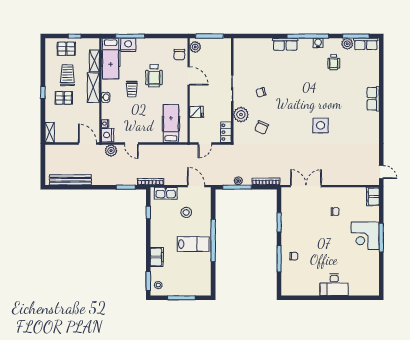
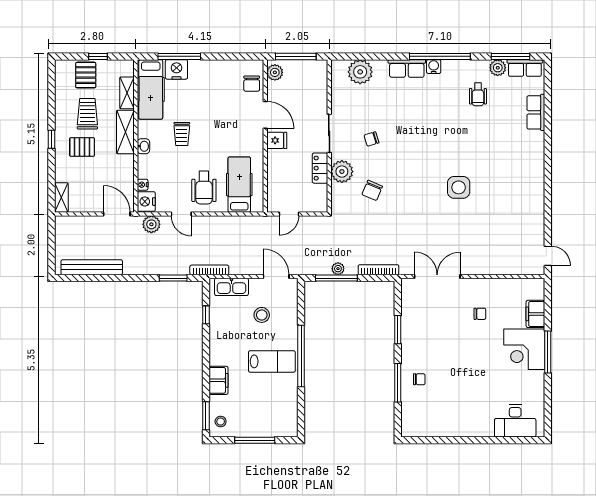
water cooler: (318, 43) -> (434, 67), moved
plant: (253, 47) -> (360, 72), added
pallet: (66, 49) -> (86, 75), turned 90
wheelchair: (154, 76) -> (204, 188), moved
row of seats: (373, 99) -> (536, 112), moved
fridge: (196, 112) -> (277, 140), moved
locker: (226, 132) -> (320, 168), moved
filing cabinet: (373, 197) -> (535, 314), moved
desk: (334, 285) -> (515, 421), moved

